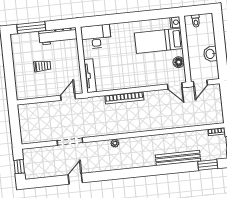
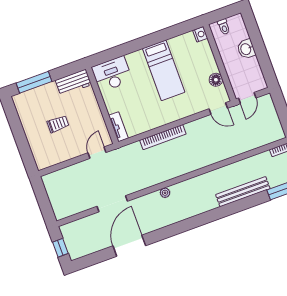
workbench: (58, 36) -> (73, 82), width x0.73
bed: (159, 41) -> (164, 70), moved, turned -90
washbasin: (210, 54) -> (246, 49), moved
tv unit: (90, 76) -> (118, 127), width x0.71
door: (75, 179) -> (129, 246), width x1.87

